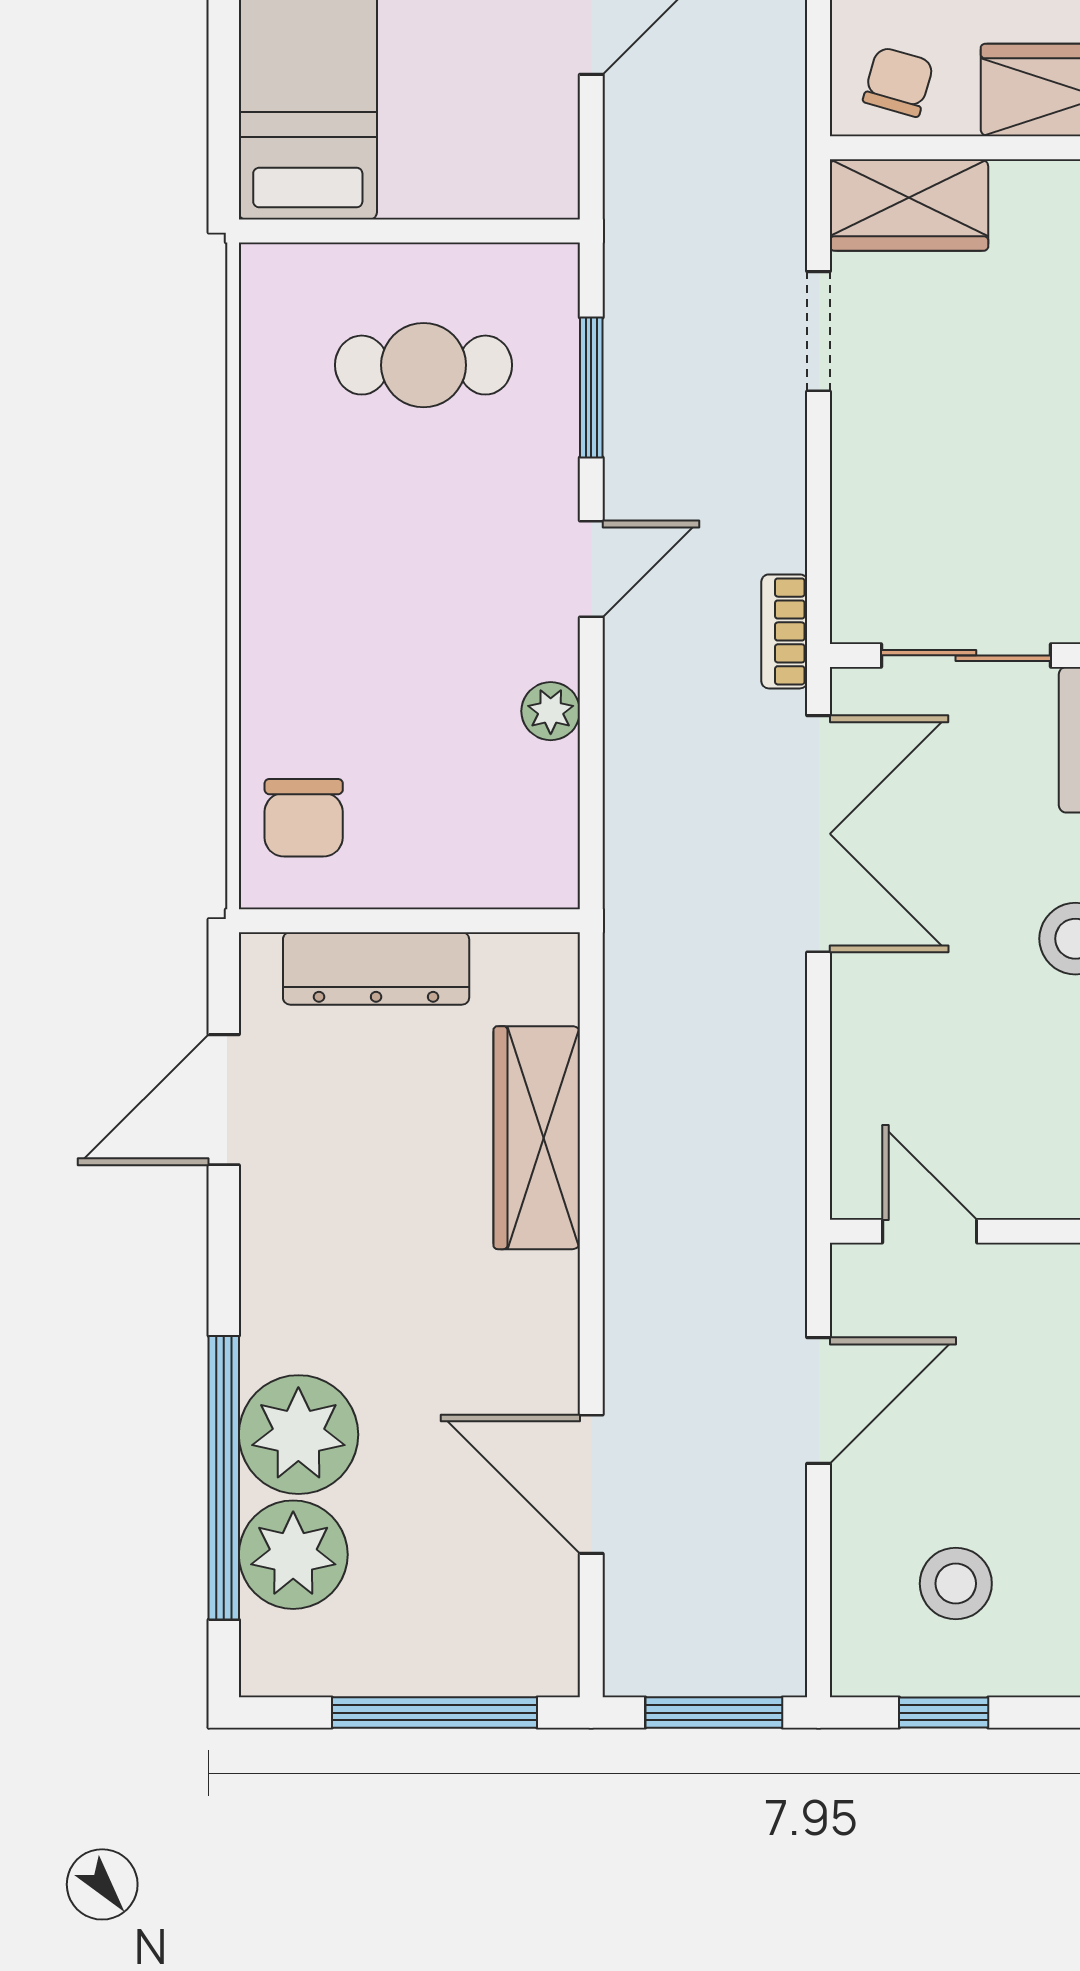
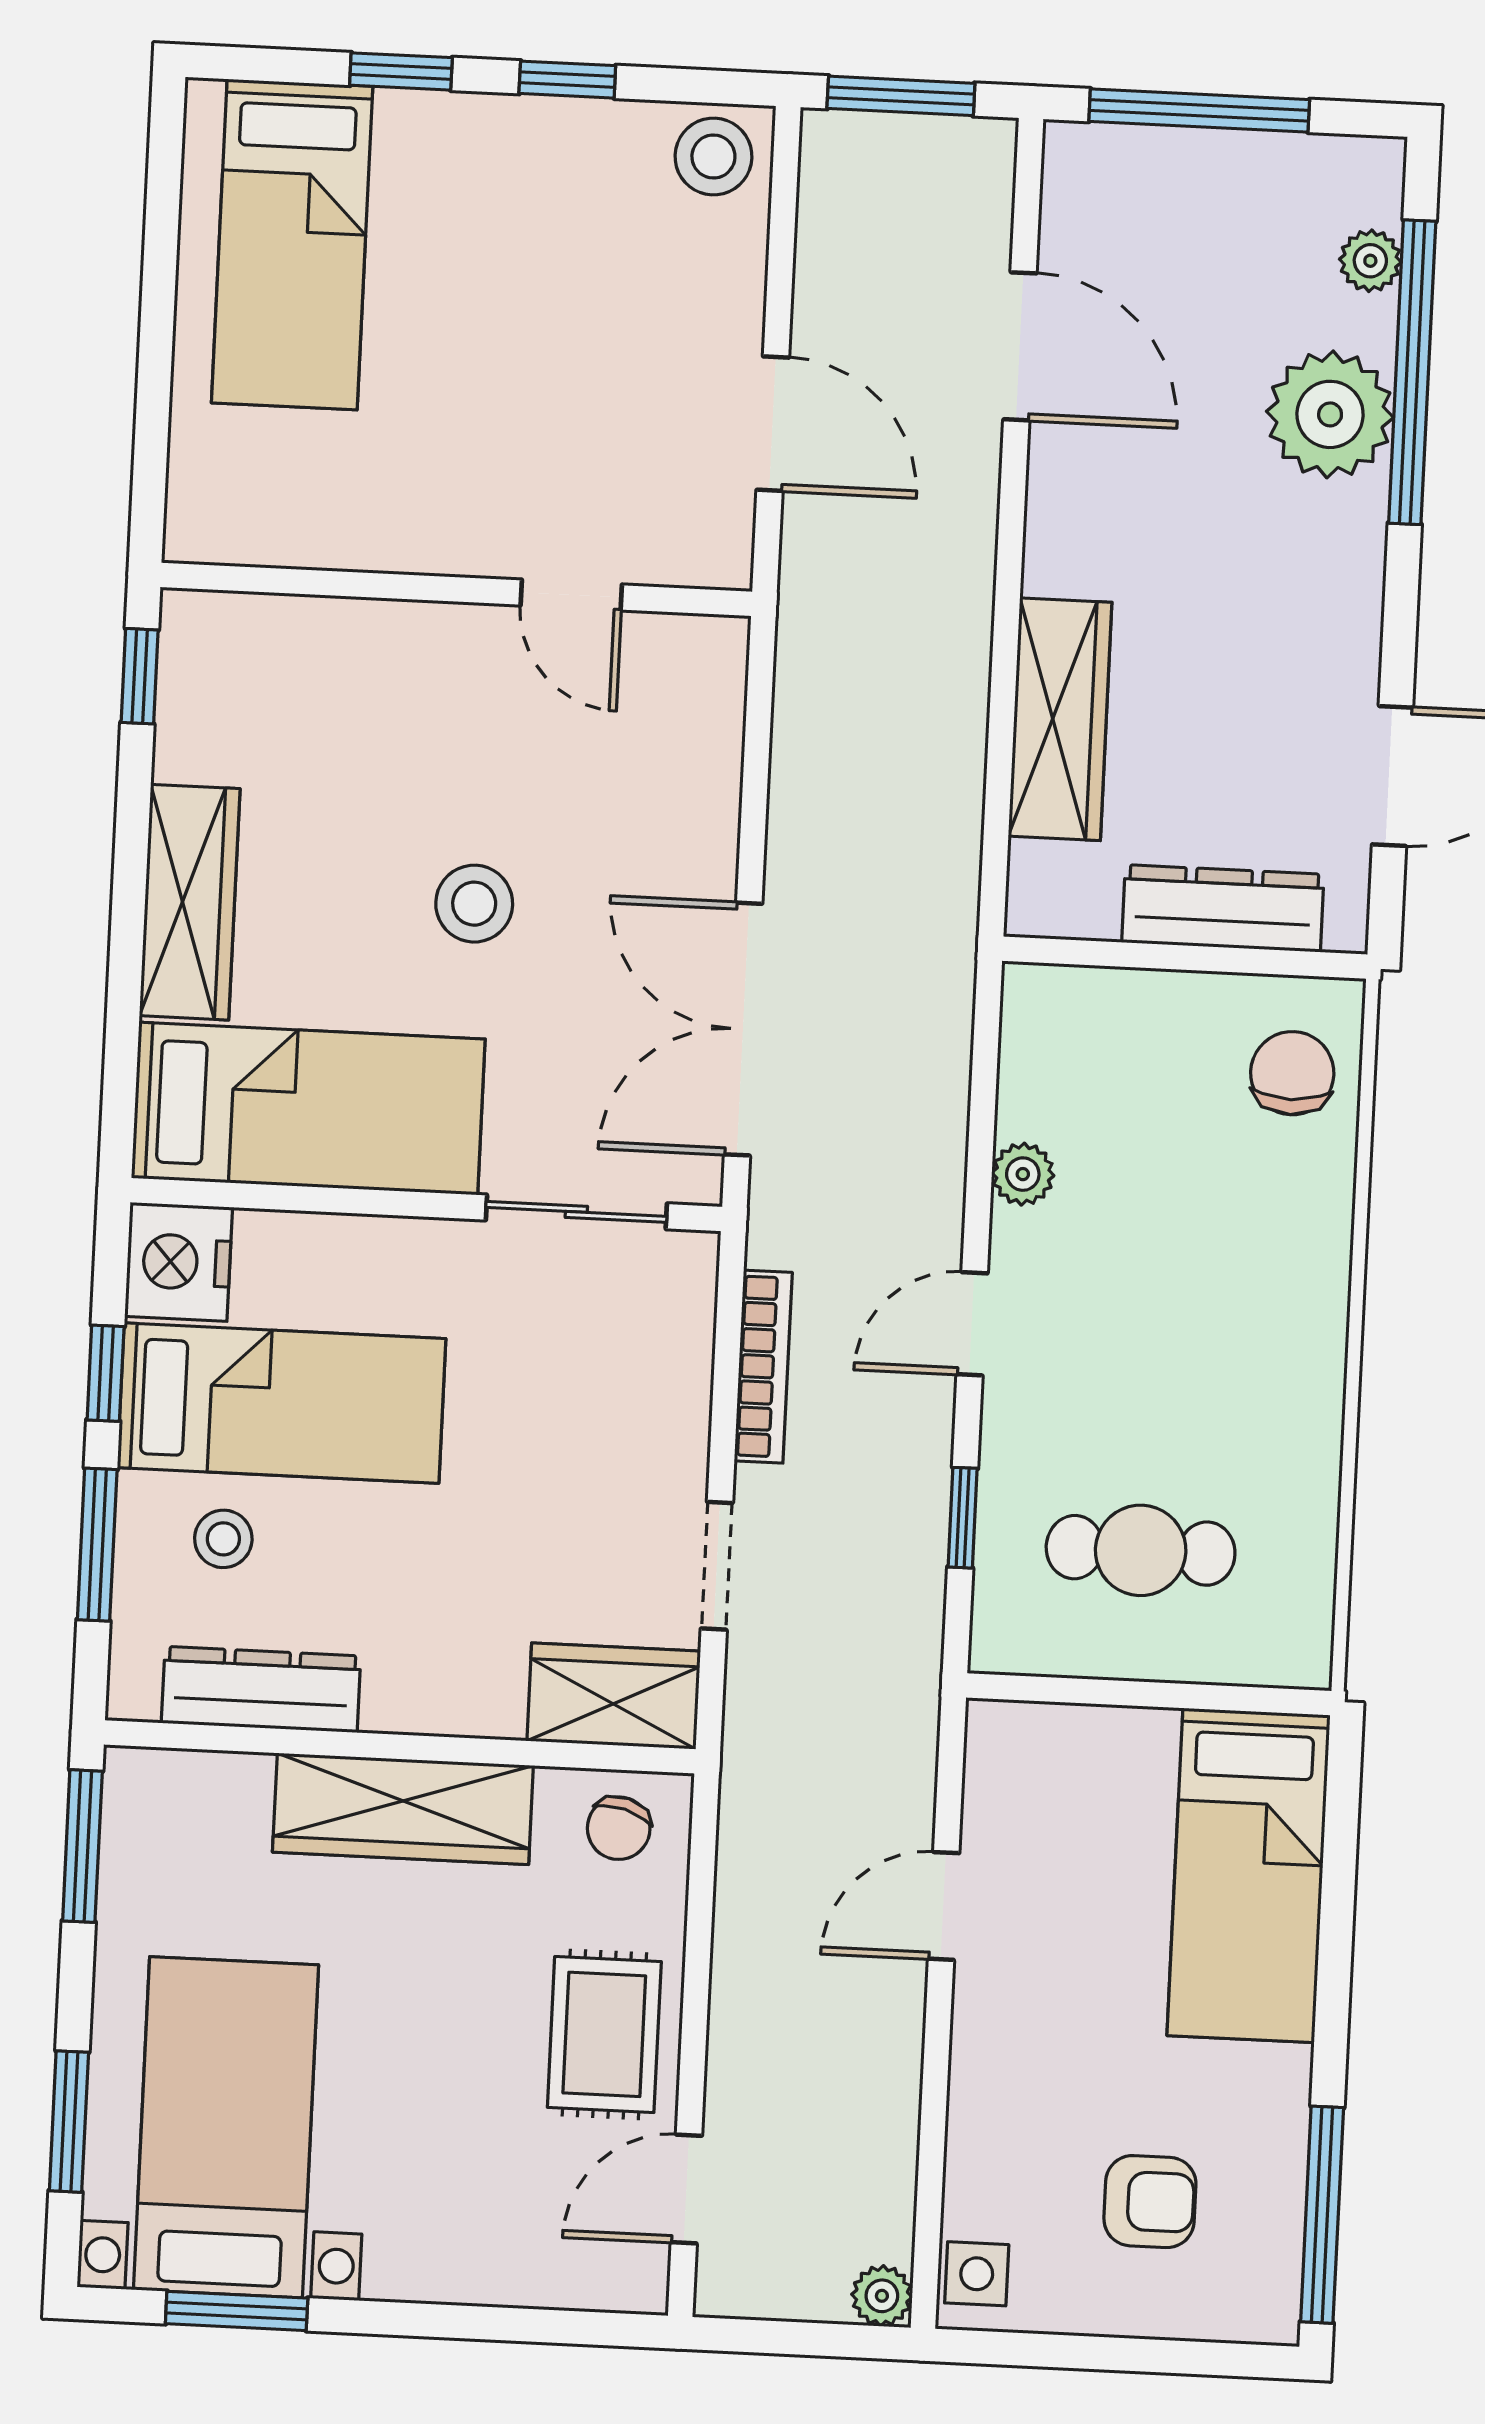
window: (591, 387) -> (963, 1518), width x0.67
bookcase: (784, 631) -> (763, 1367), moved, width x1.56
door: (930, 1231) -> (571, 595), moved
door: (819, 1401) -> (773, 424), swing flipped
plant: (293, 1555) -> (1370, 261), width x0.53, depth x0.53
stool: (956, 1584) -> (713, 157), moved
window: (944, 1713) -> (567, 80), moved

